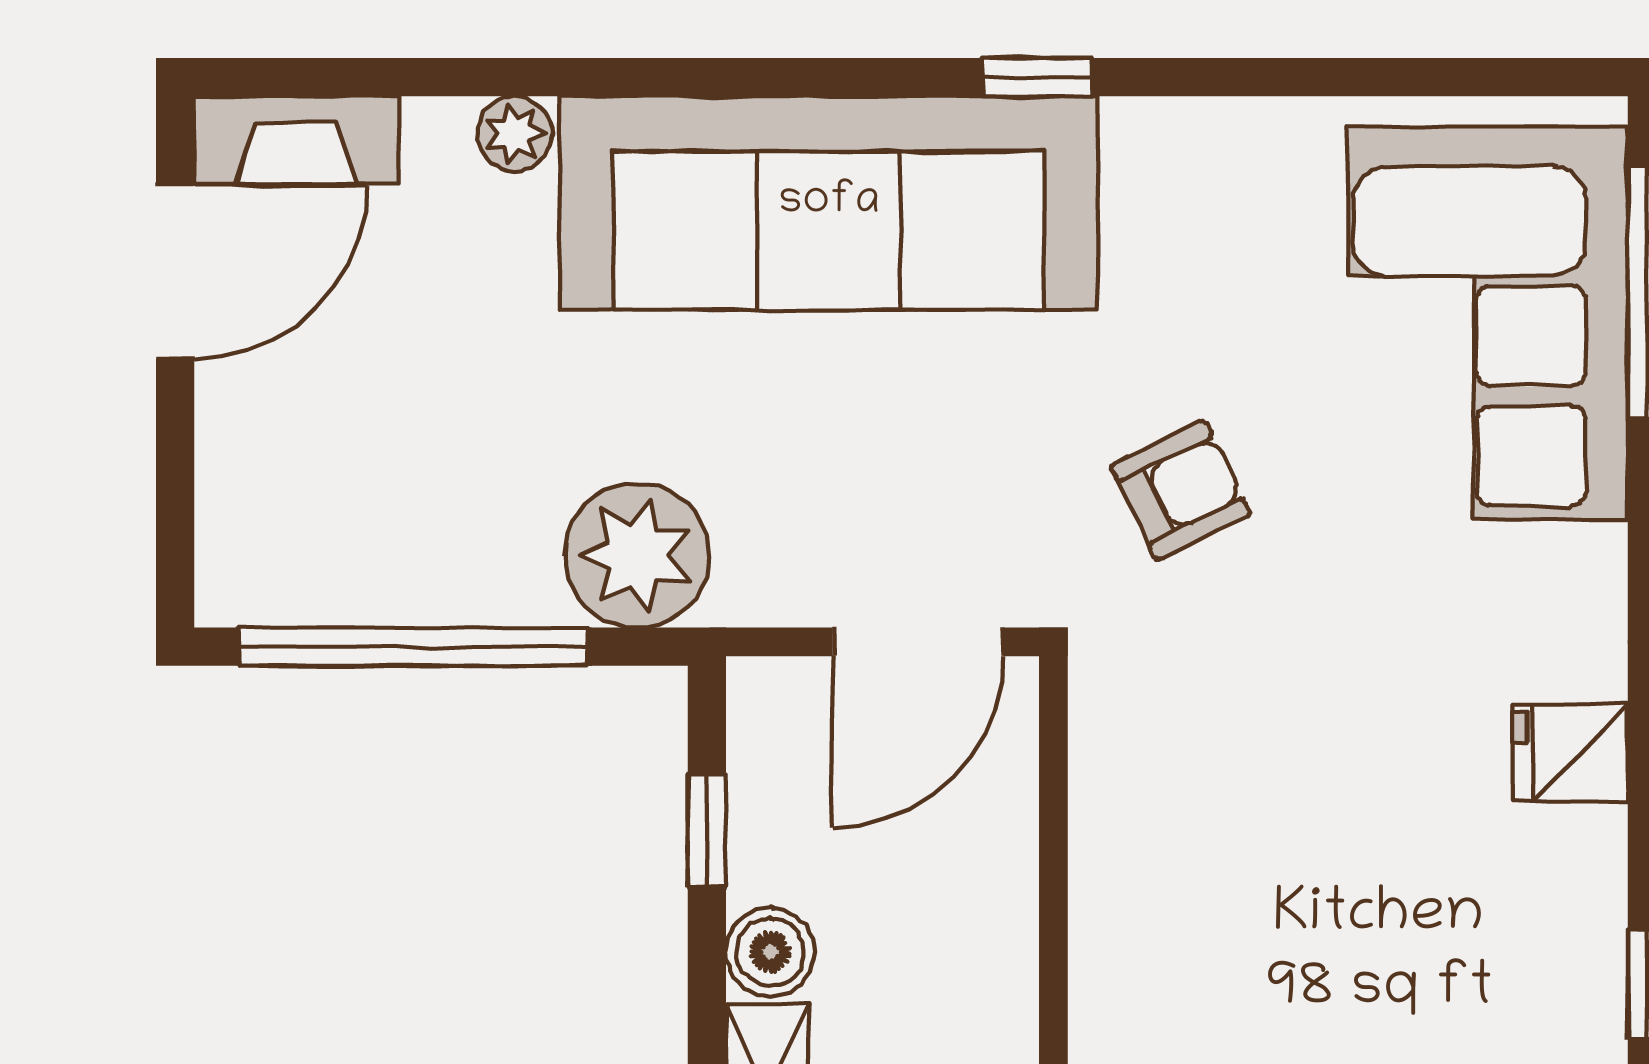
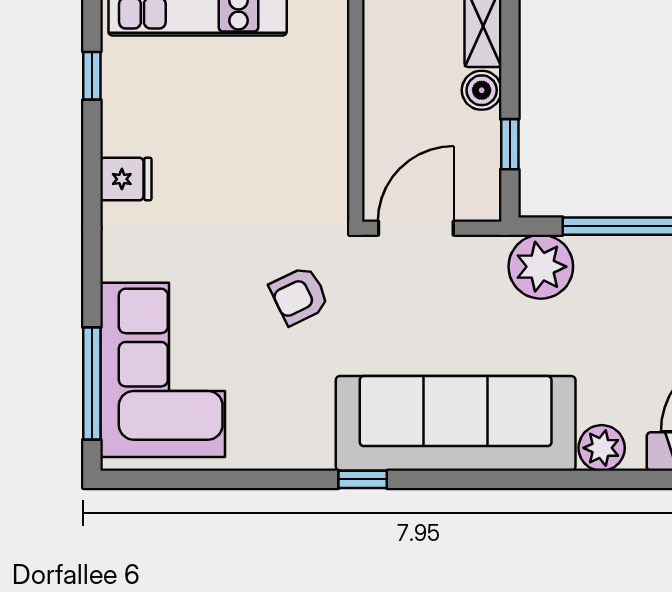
plant: (514, 134) -> (602, 448), width x1.38, depth x1.38

